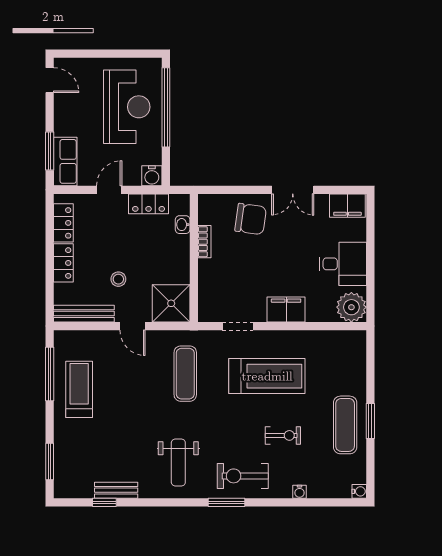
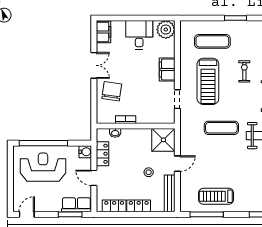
exercise mat: (185, 374) -> (221, 128), moved
treadmill: (267, 376) -> (208, 81), turned 180
exercise mat: (345, 425) -> (212, 41), moved

